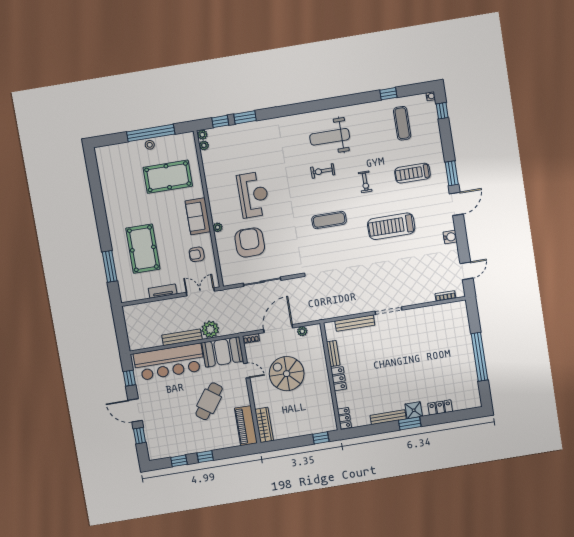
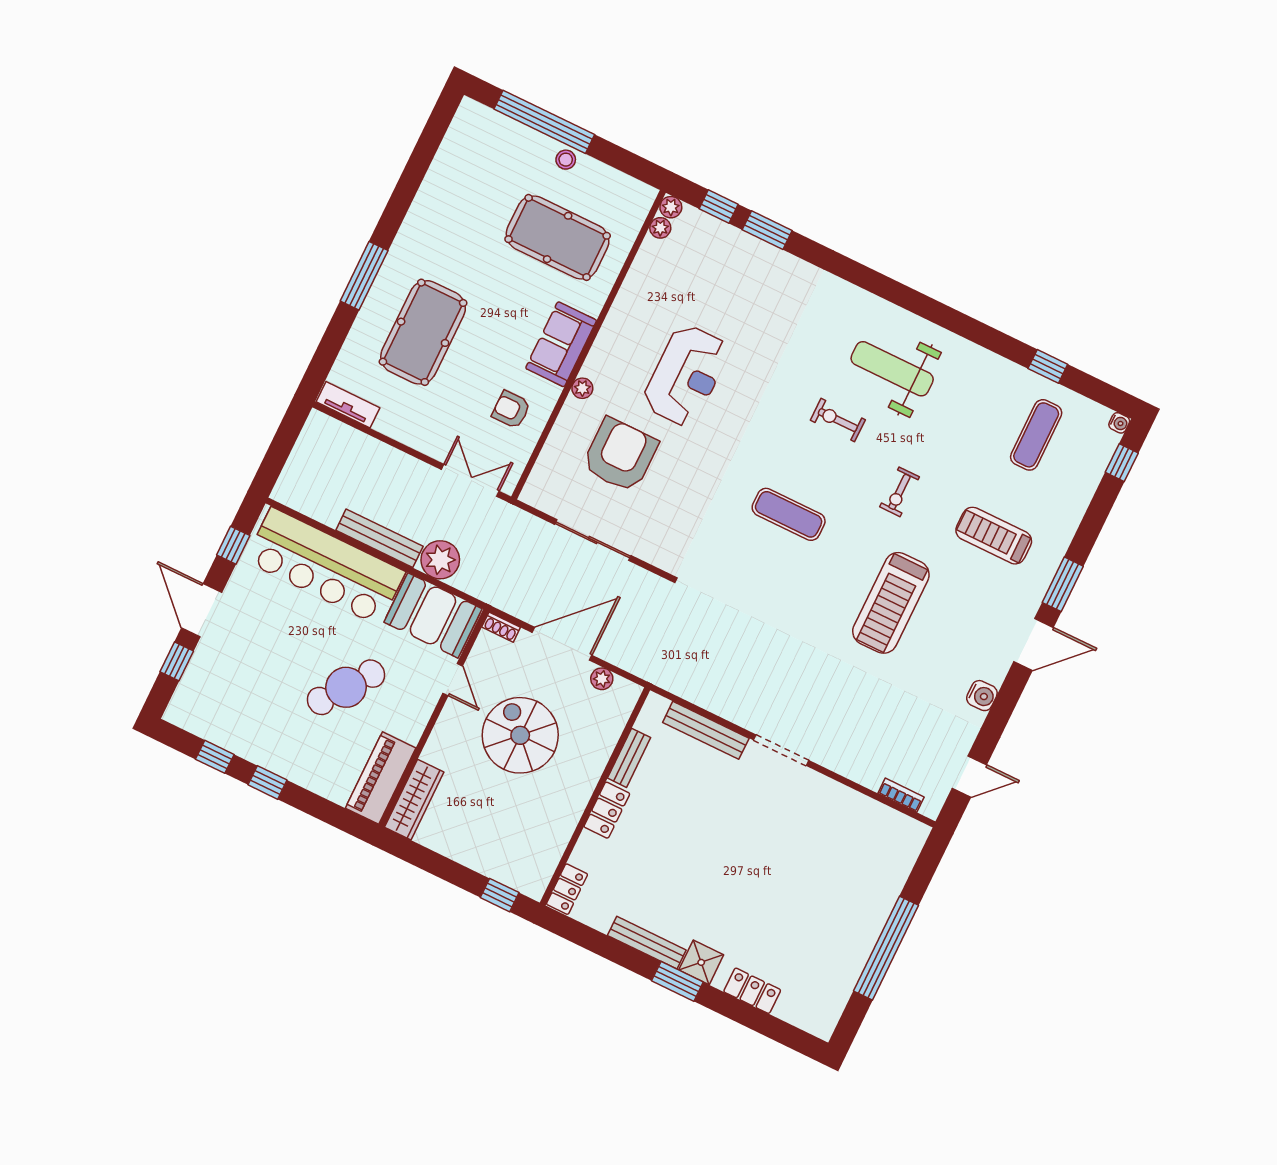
window: (151, 133) -> (544, 122), moved
treadmill: (391, 226) -> (891, 603), turned -90
window: (110, 266) -> (364, 276), moved
tv unit: (163, 291) -> (348, 405), moved

